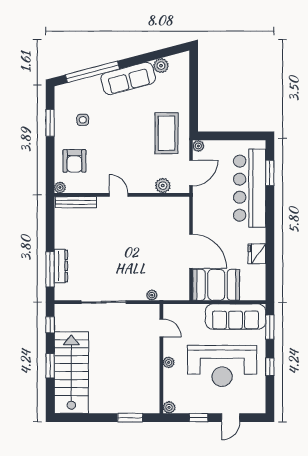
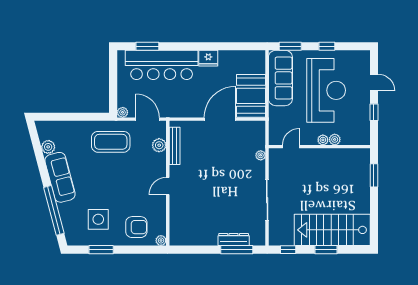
side table: (83, 120) -> (98, 219), width x1.87, depth x1.87
bench: (76, 202) -> (175, 146), moved
fridge: (257, 254) -> (208, 58), moved
plant: (169, 407) -> (335, 139), moved

